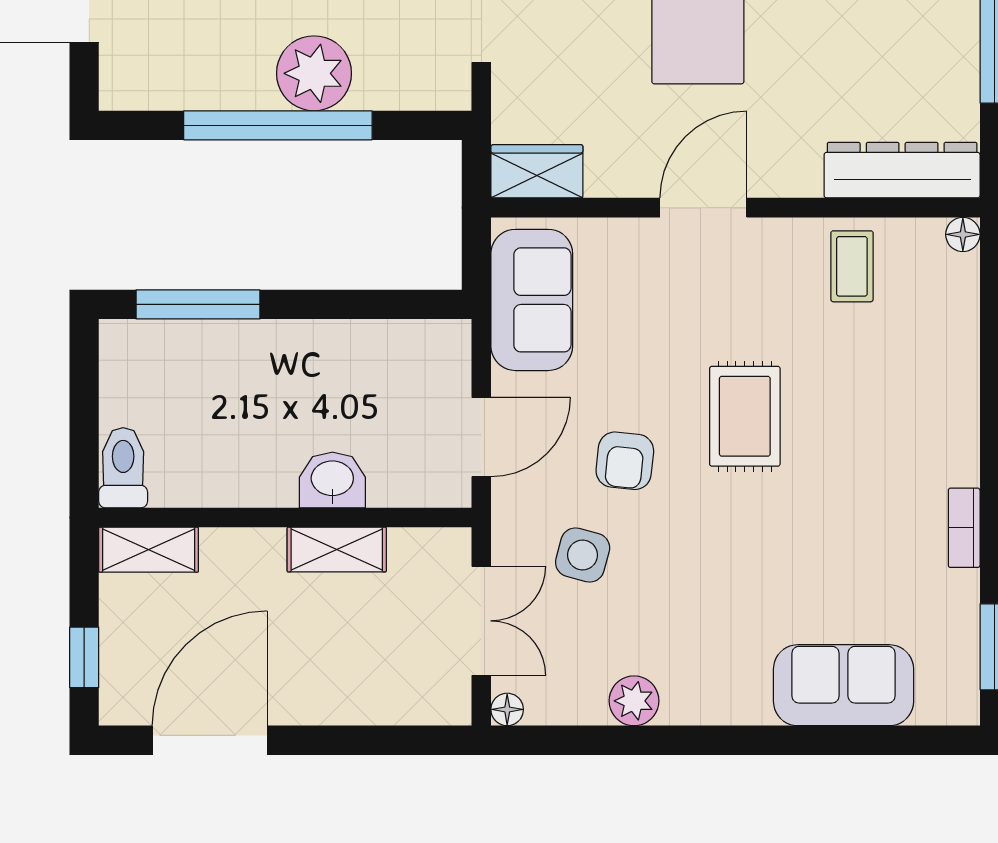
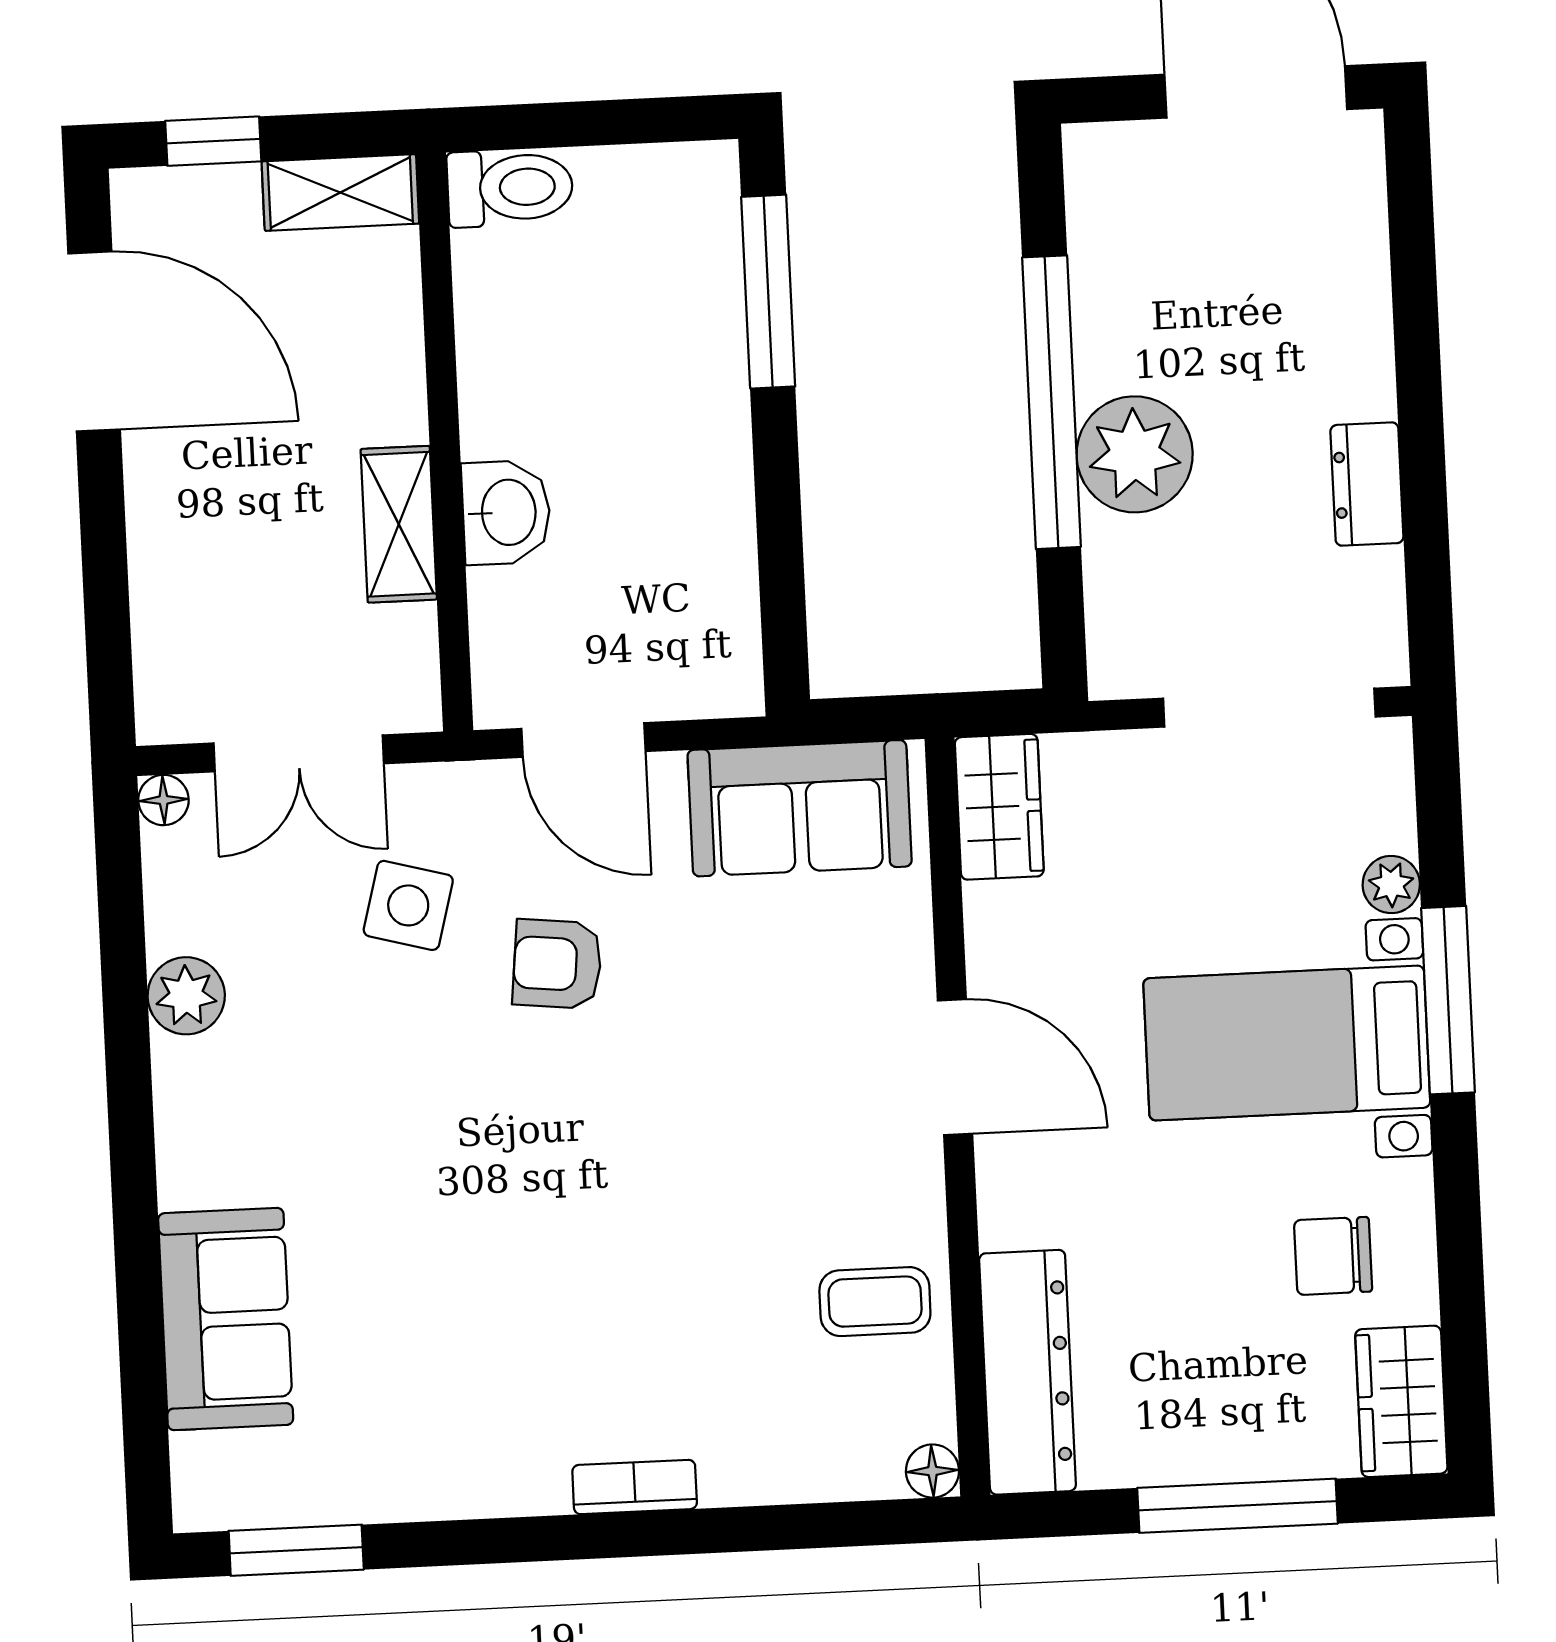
rug: (745, 416) -> (635, 1147), removed
bookcase: (964, 528) -> (635, 1487), moved
shelving: (149, 550) -> (340, 193), moved, turned 90

